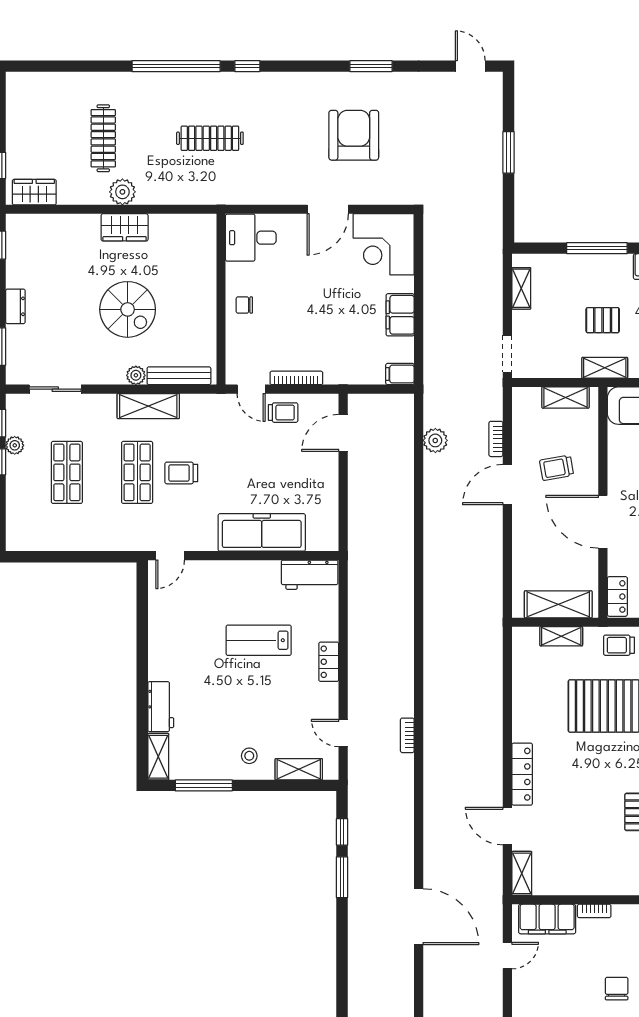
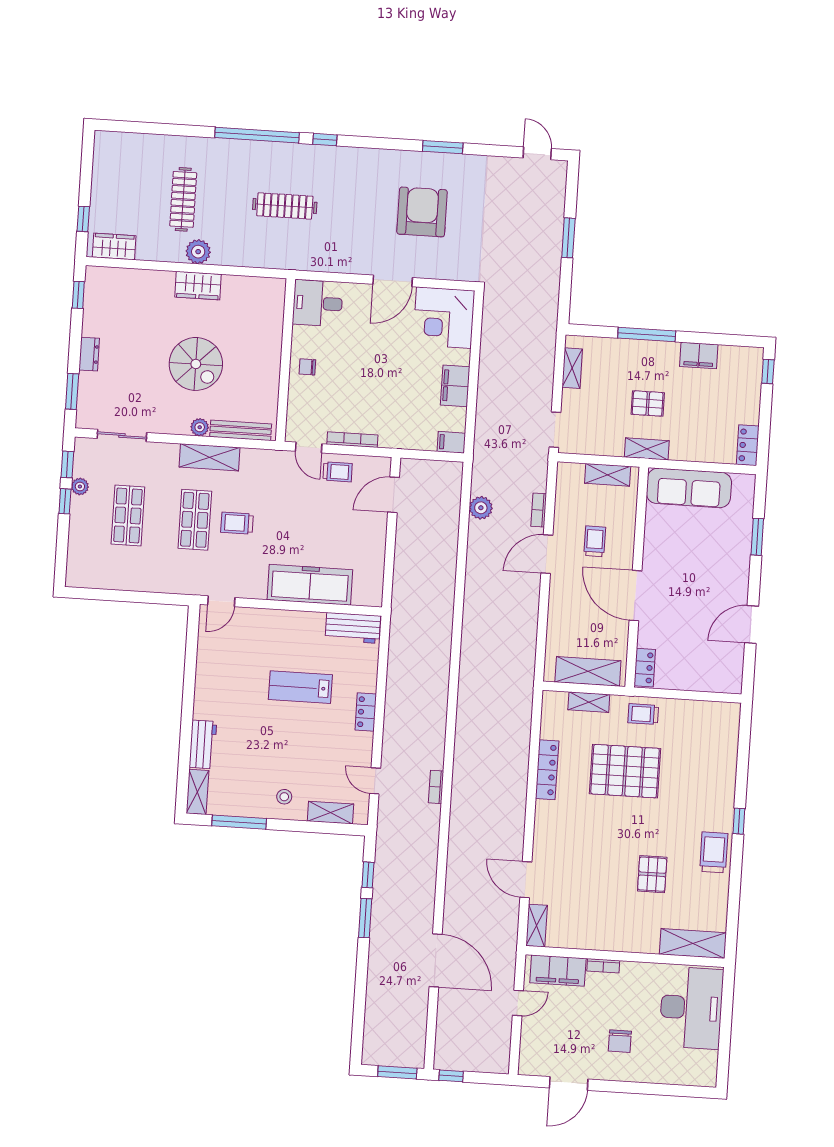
trolley: (557, 468) -> (595, 541), turned 100
locker: (522, 774) -> (547, 770), moved
chair: (617, 989) -> (620, 1041), turned 180

